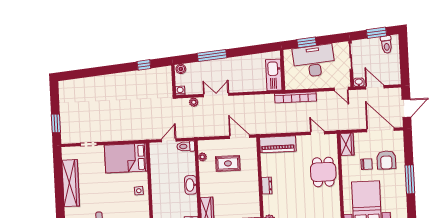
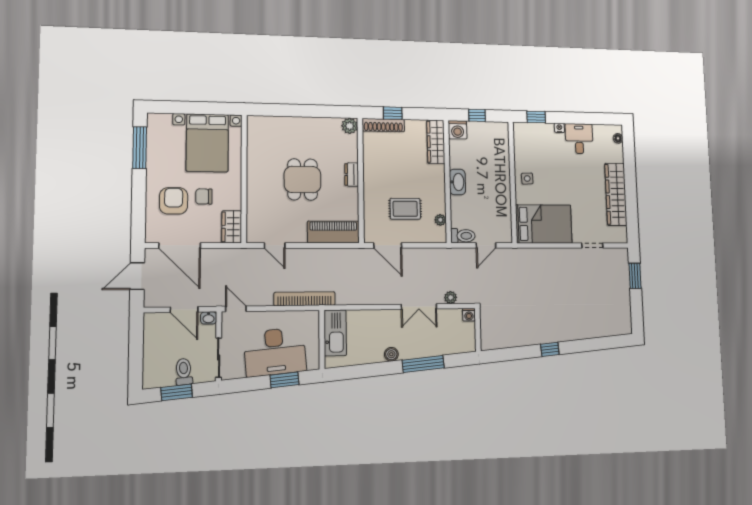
toilet: (386, 44) -> (184, 372), moved
window: (144, 65) -> (550, 349), moved
boiler: (181, 69) -> (391, 354), moved
dining table: (323, 172) -> (302, 179), moved
window: (410, 179) -> (140, 148), moved

